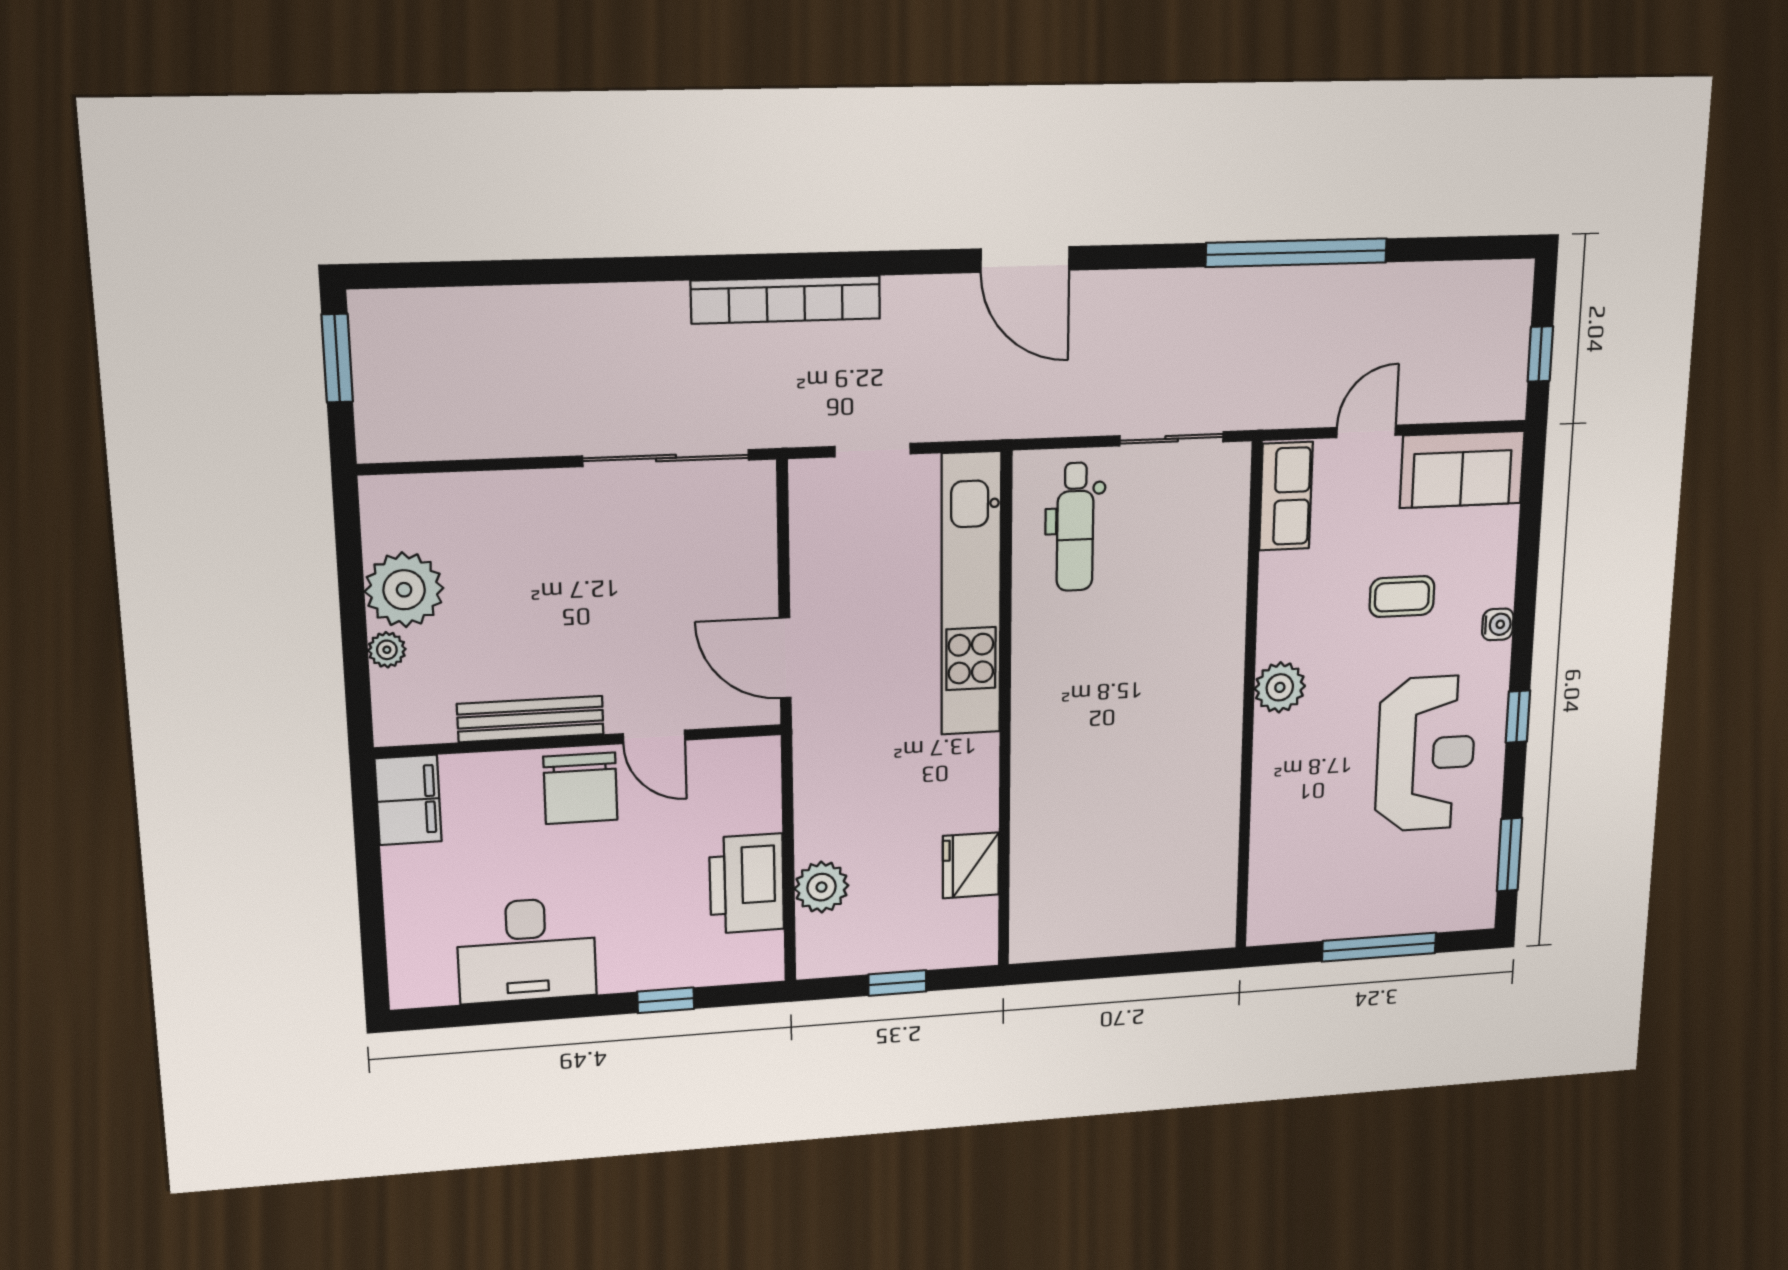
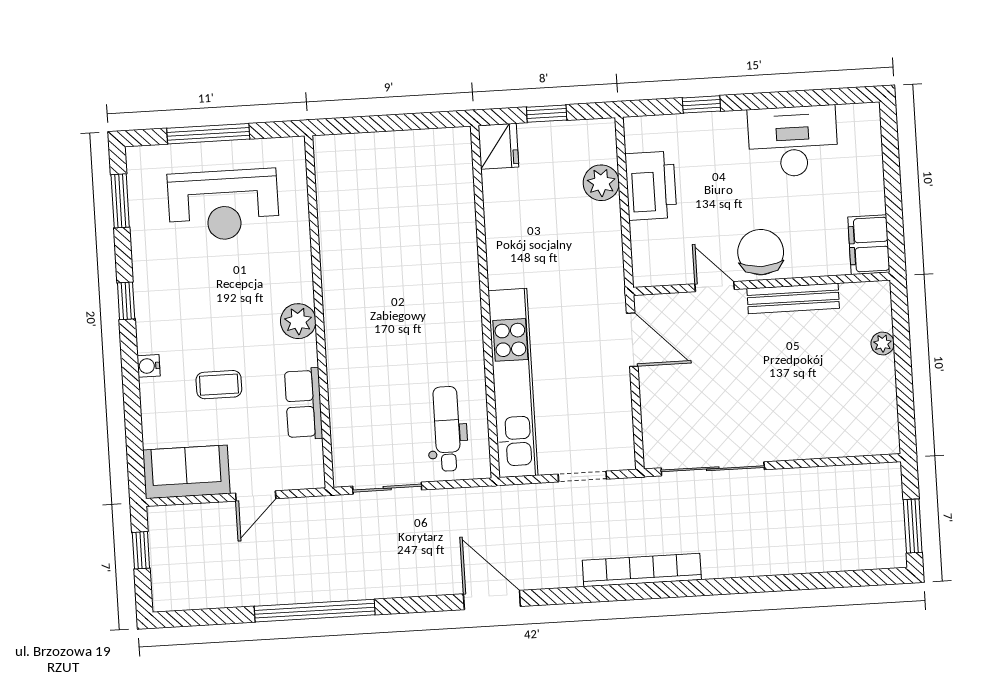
row of seats: (1286, 496) -> (304, 404), moved
plant: (404, 590) -> (872, 382), removed
reception desk: (1426, 754) -> (223, 205), moved, turned -90
fridge: (971, 865) -> (498, 146), moved

